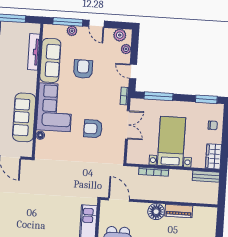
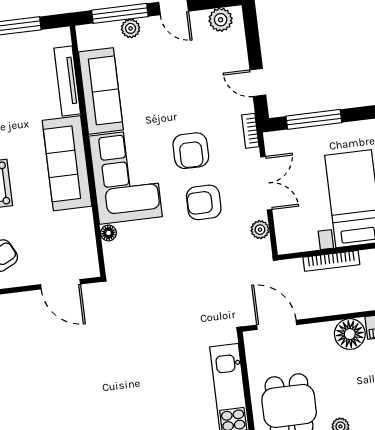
plant: (126, 49) -> (260, 230), moved
armchair: (83, 69) -> (191, 151), moved, turned 180
sofa: (24, 117) -> (67, 163), moved

